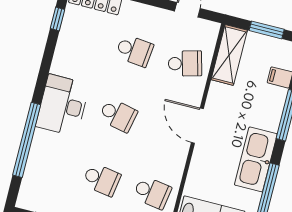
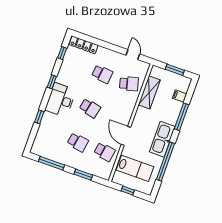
shelving: (229, 55) -> (149, 92), moved
window: (44, 74) -> (52, 82), added
door: (197, 126) -> (126, 136), moved
window: (27, 140) -> (39, 117), width x0.32

